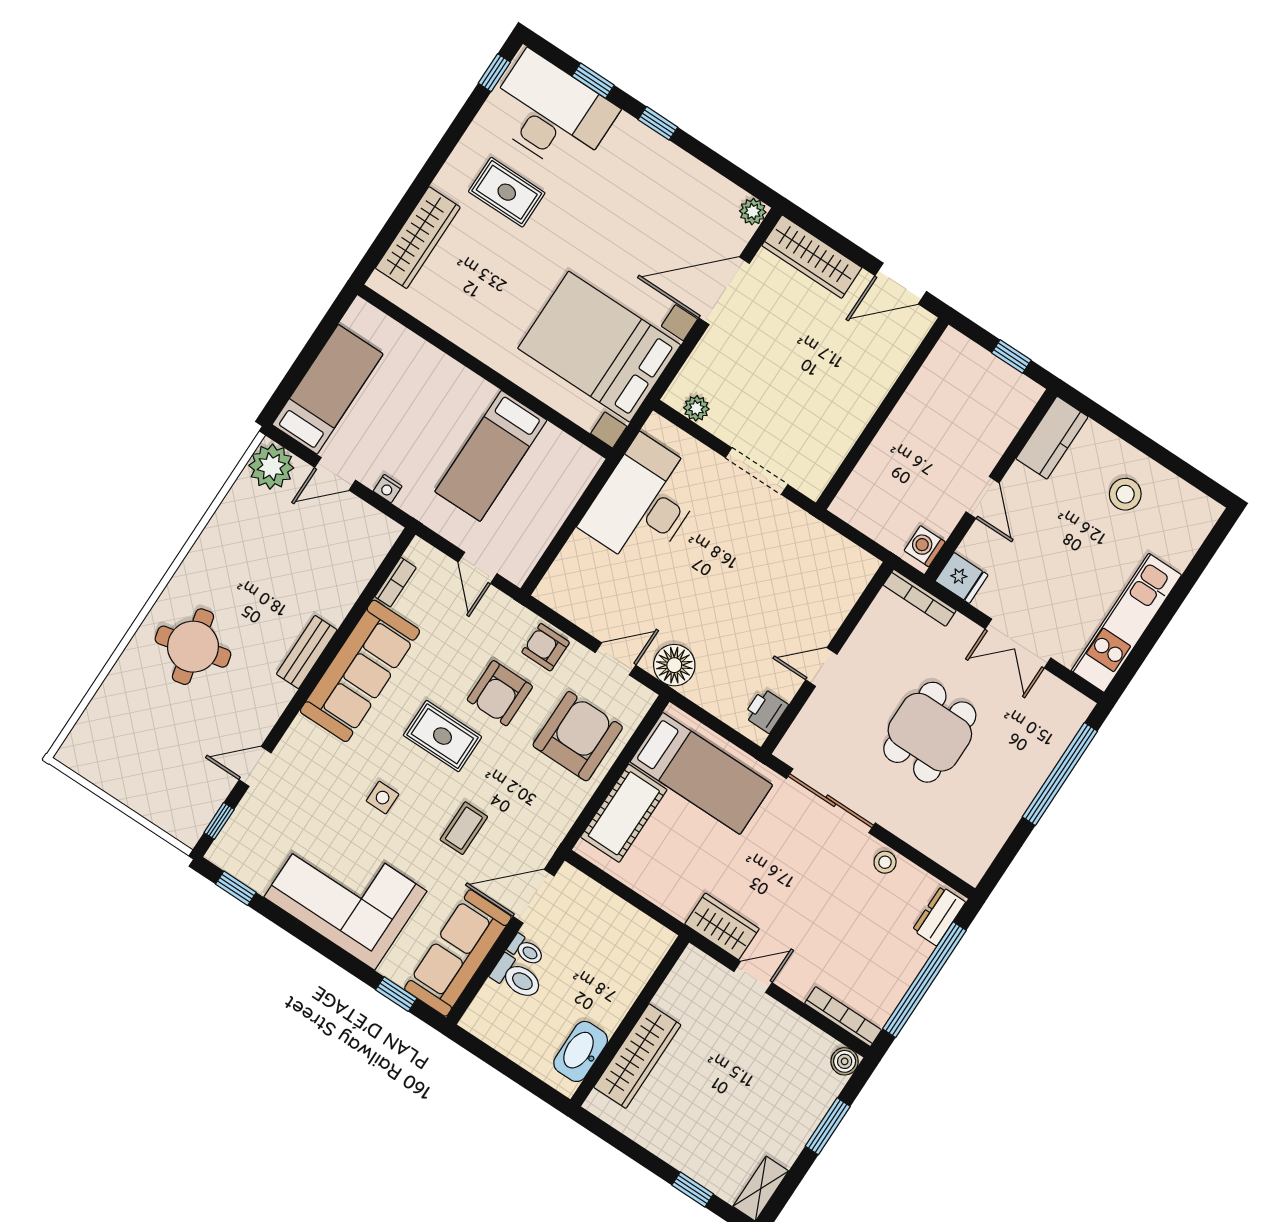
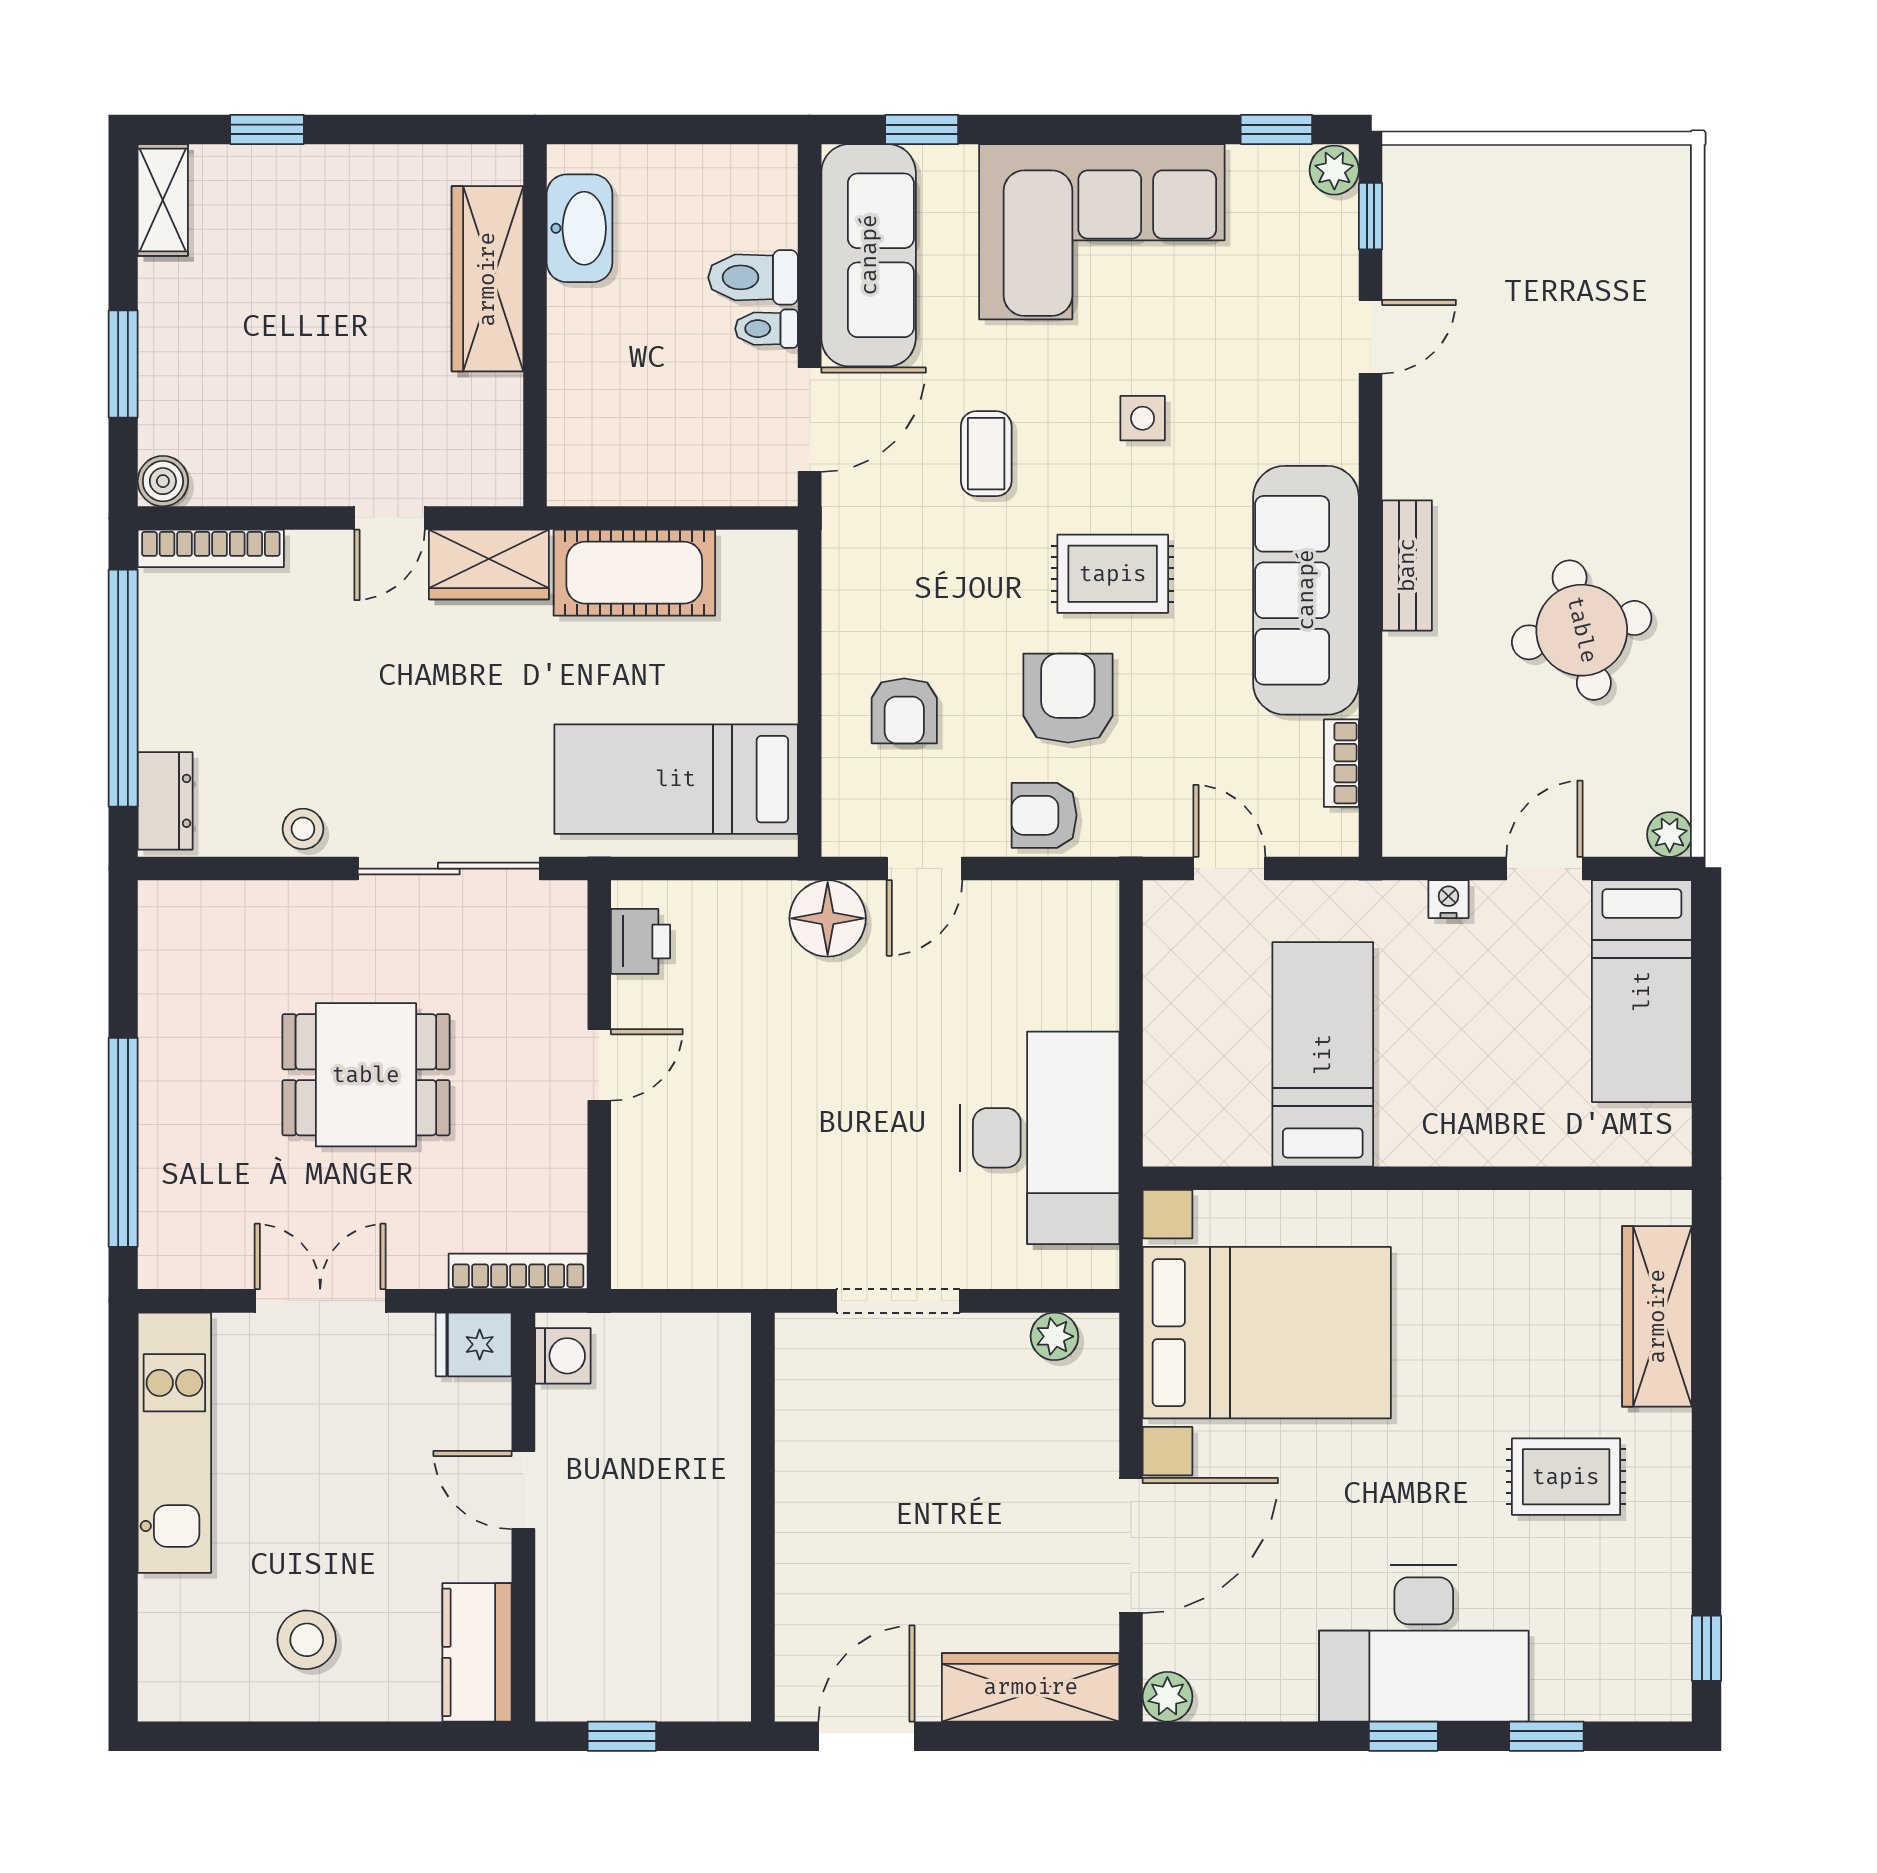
desk: (551, 113) -> (1424, 1643), moved
plant: (271, 467) -> (1670, 835), width x0.53, depth x0.53
round table: (193, 647) -> (1582, 630), moved
armchair: (546, 647) -> (1044, 815), turned 180
dining table: (930, 732) -> (366, 1075), turned 90
armchair: (578, 736) -> (904, 711), width x0.53, depth x0.53
cot: (624, 813) -> (634, 573), moved, turned 90
plant: (222, 853) -> (1334, 170), added

